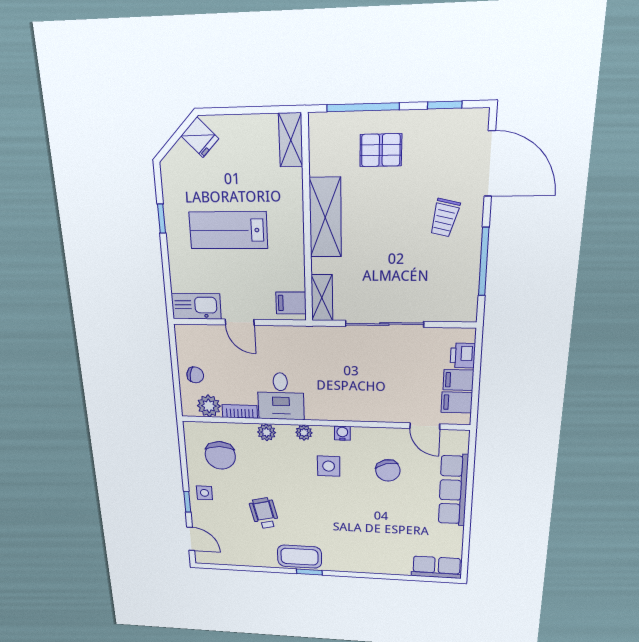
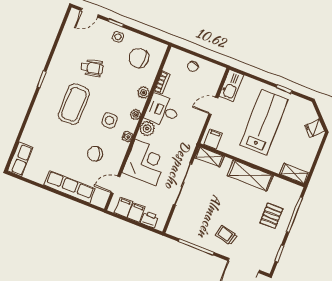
lab bench: (228, 230) -> (264, 122), width x1.36, depth x1.39
corner desk: (371, 394) -> (145, 162), added
plant: (209, 406) -> (147, 129), moved
coffee table: (299, 557) -> (74, 104), moved, width x1.36, depth x1.32

